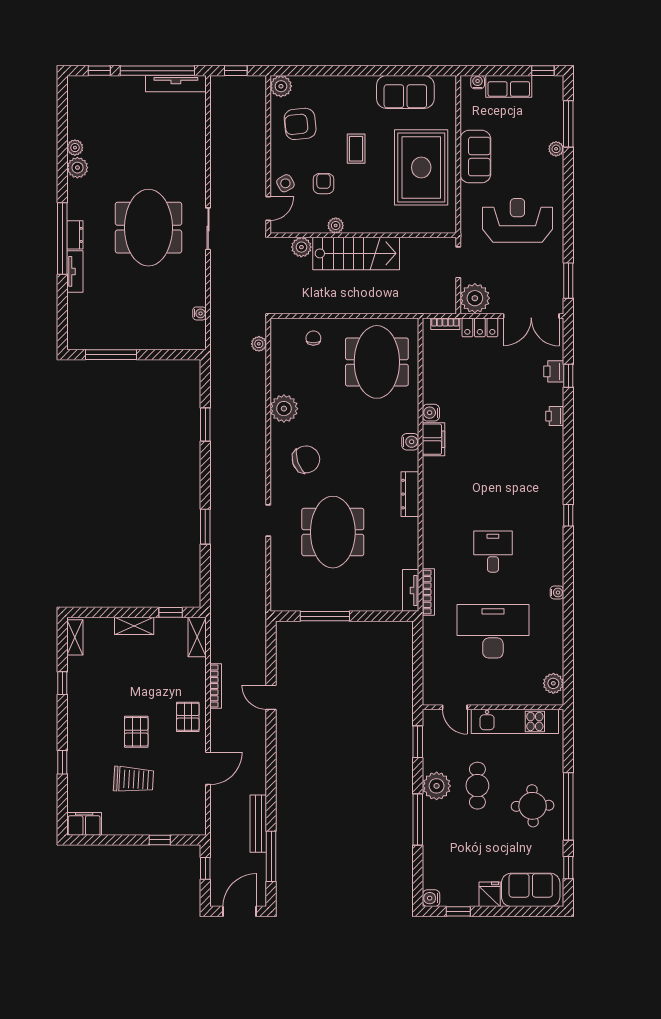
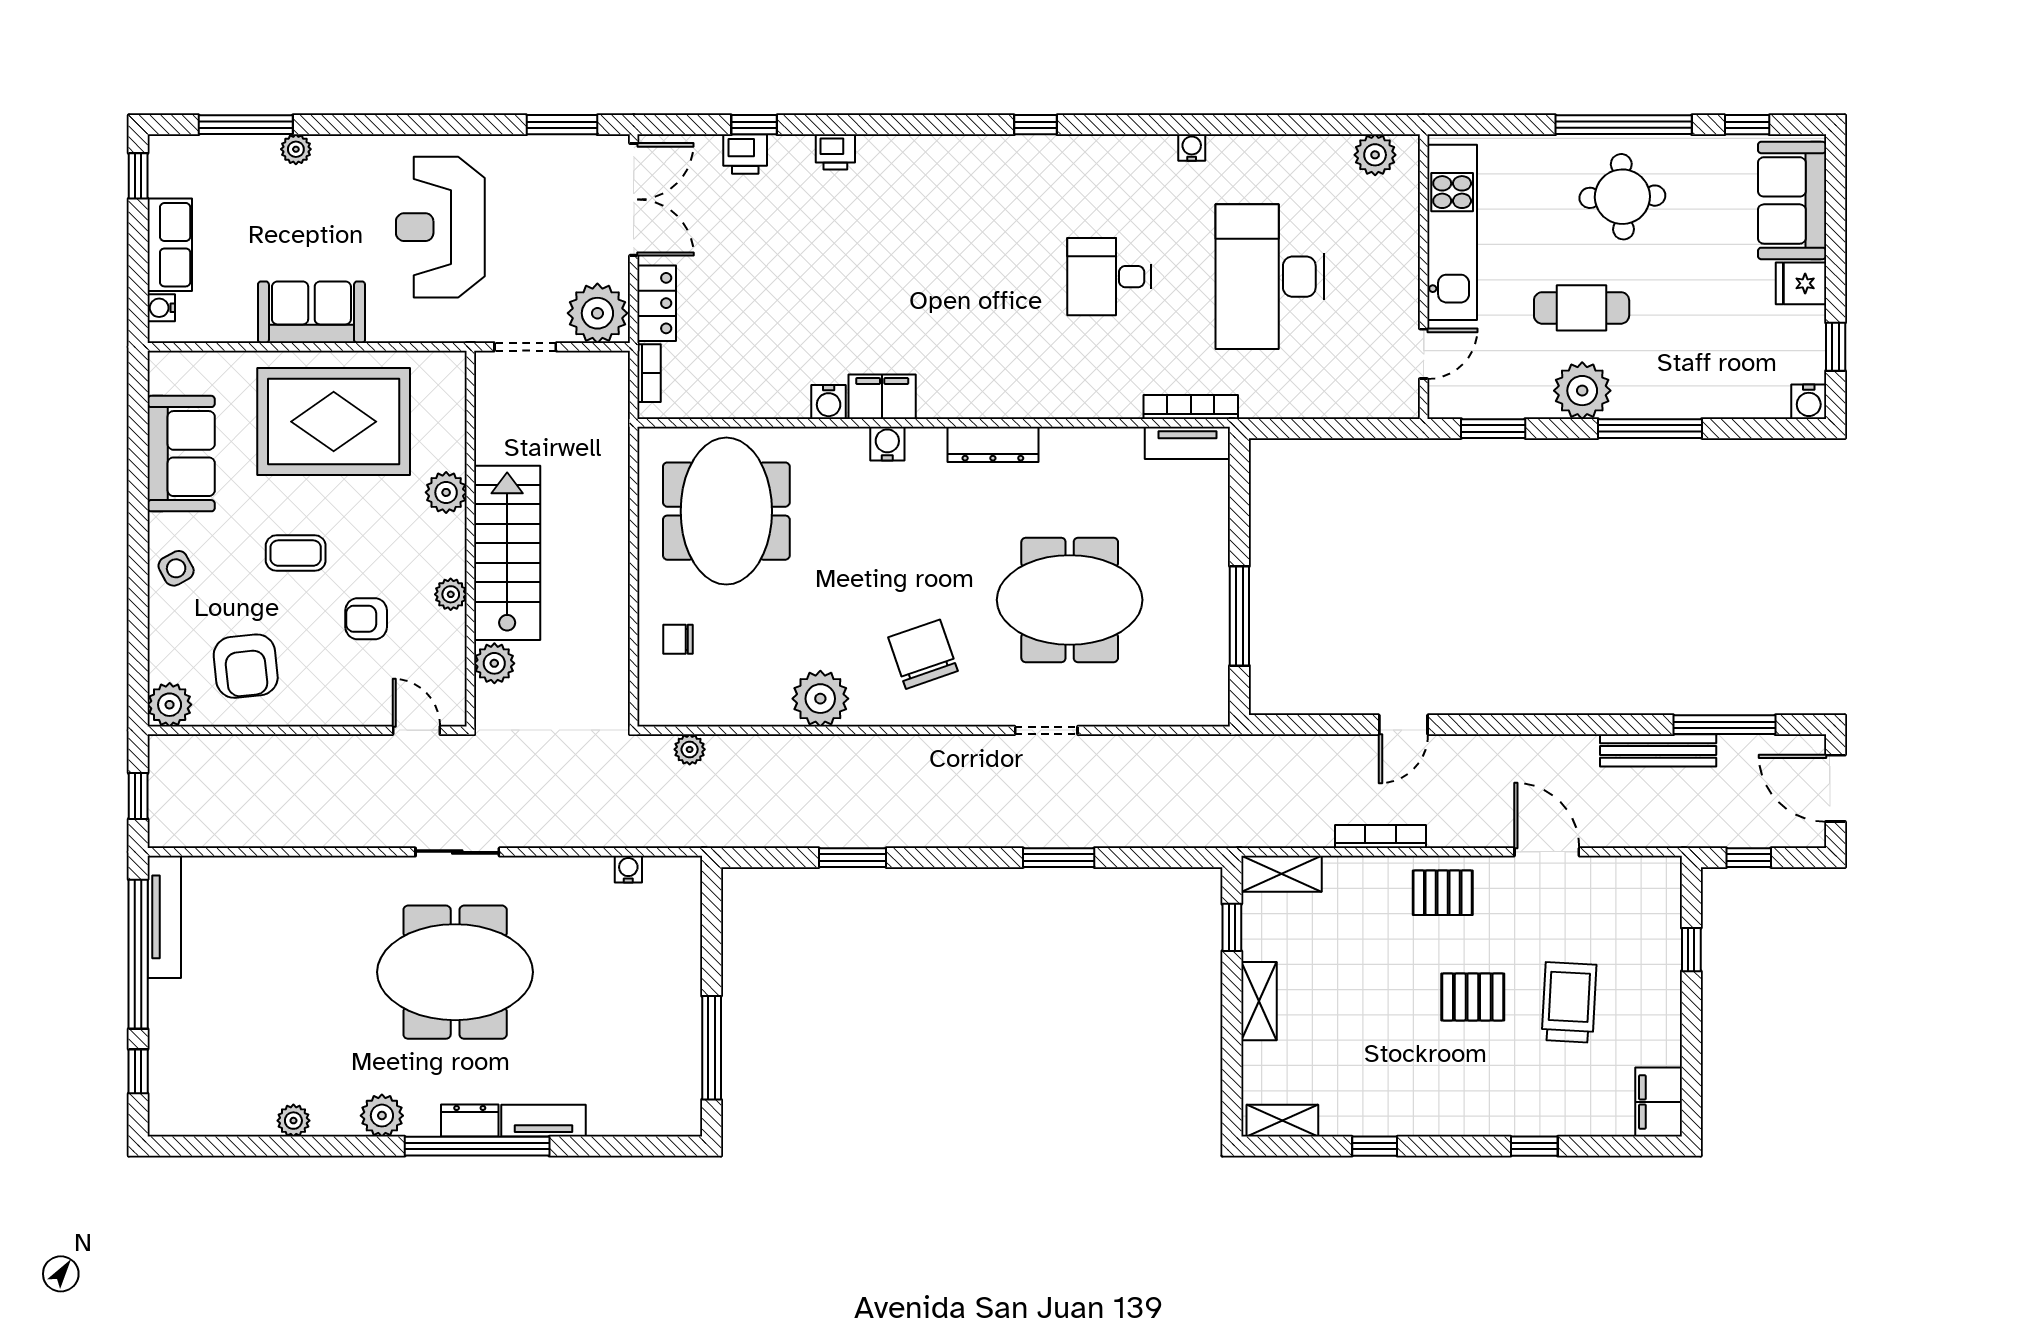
plant: (77, 168) -> (382, 1116), moved
side table: (285, 183) -> (176, 568), moved
plant: (386, 223) -> (446, 492), added
meeting table: (377, 362) -> (726, 511), turned 90

